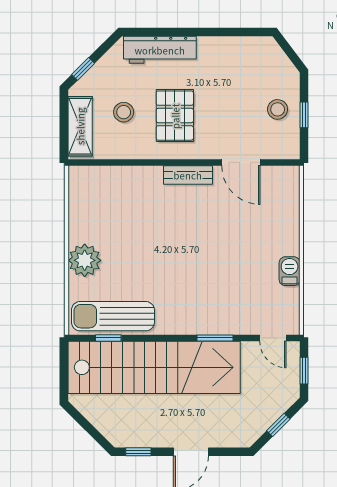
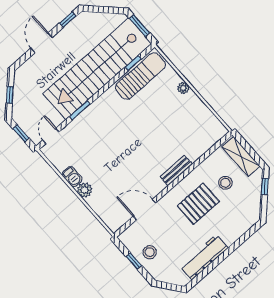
workbench: (160, 50) -> (204, 257), moved
pallet: (175, 116) -> (198, 204), turned 90
bench: (188, 175) -> (176, 170), moved
plant: (289, 244) -> (85, 190), added
plant: (85, 260) -> (183, 88), width x0.53, depth x0.53
door: (273, 338) -> (51, 136), hinge flipped
window: (64, 374) -> (139, 26), added

